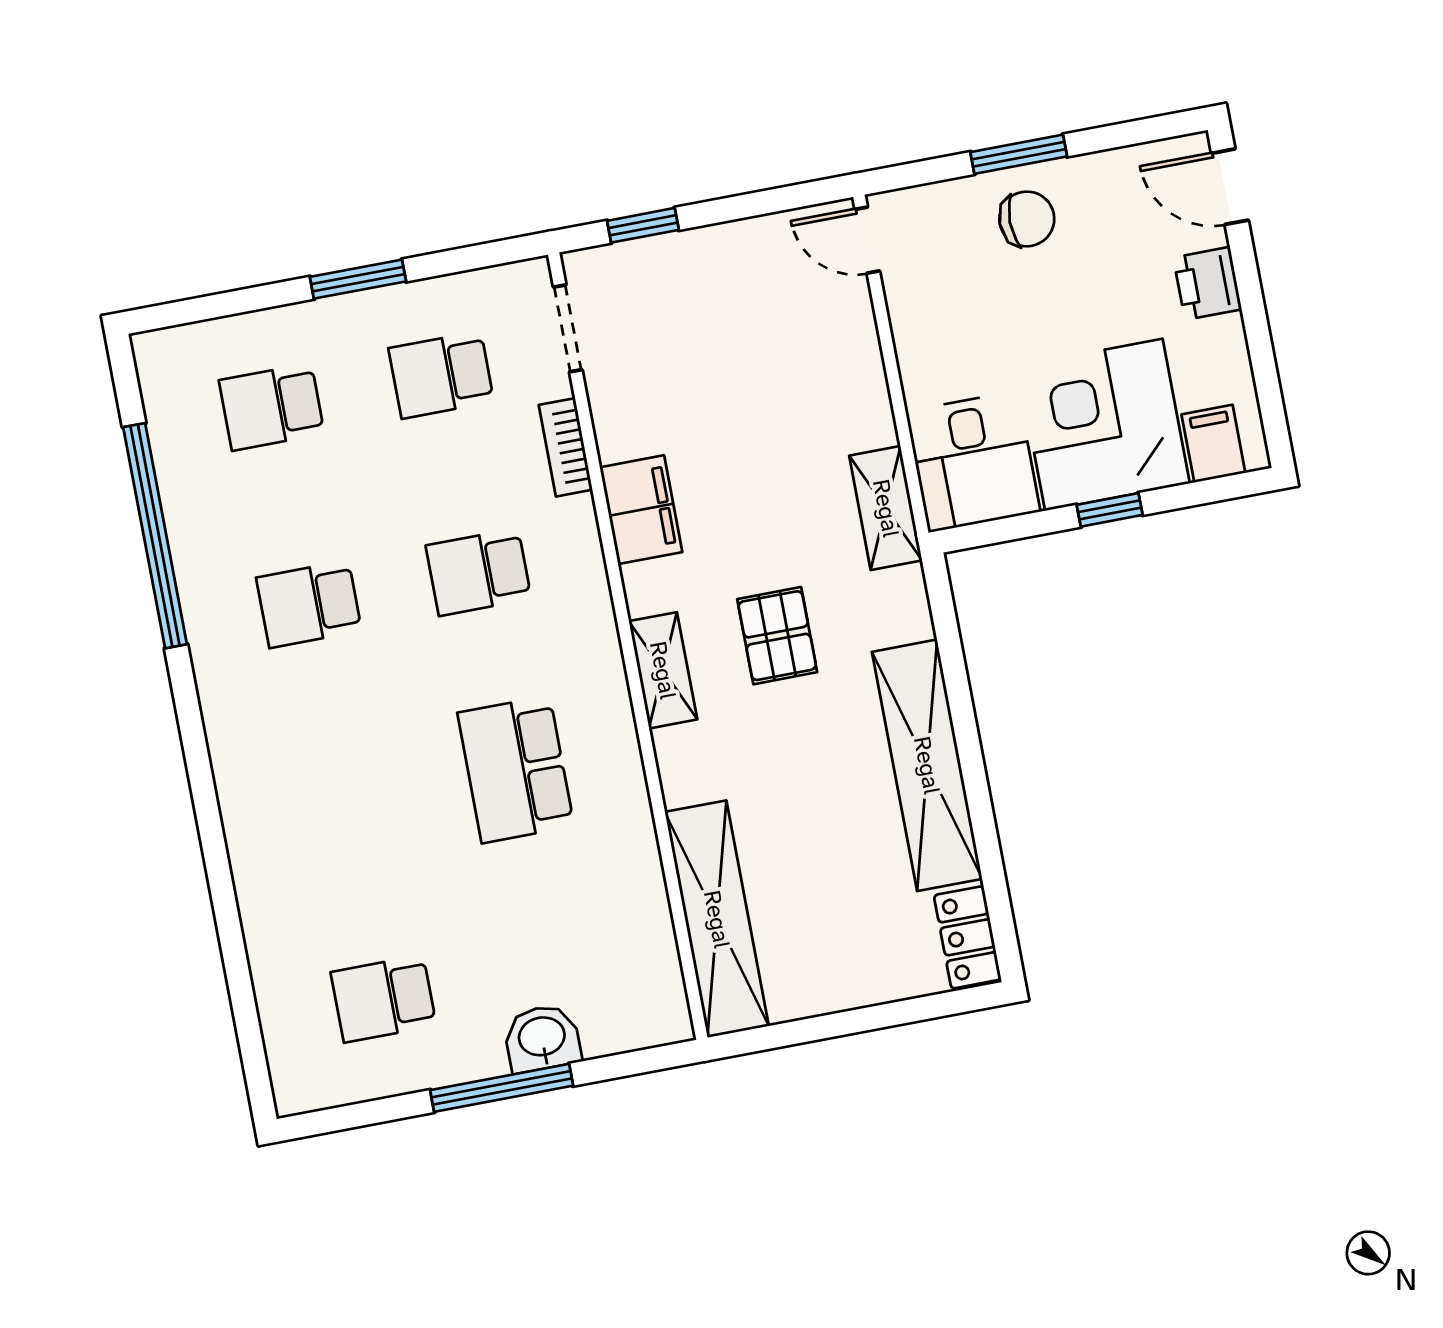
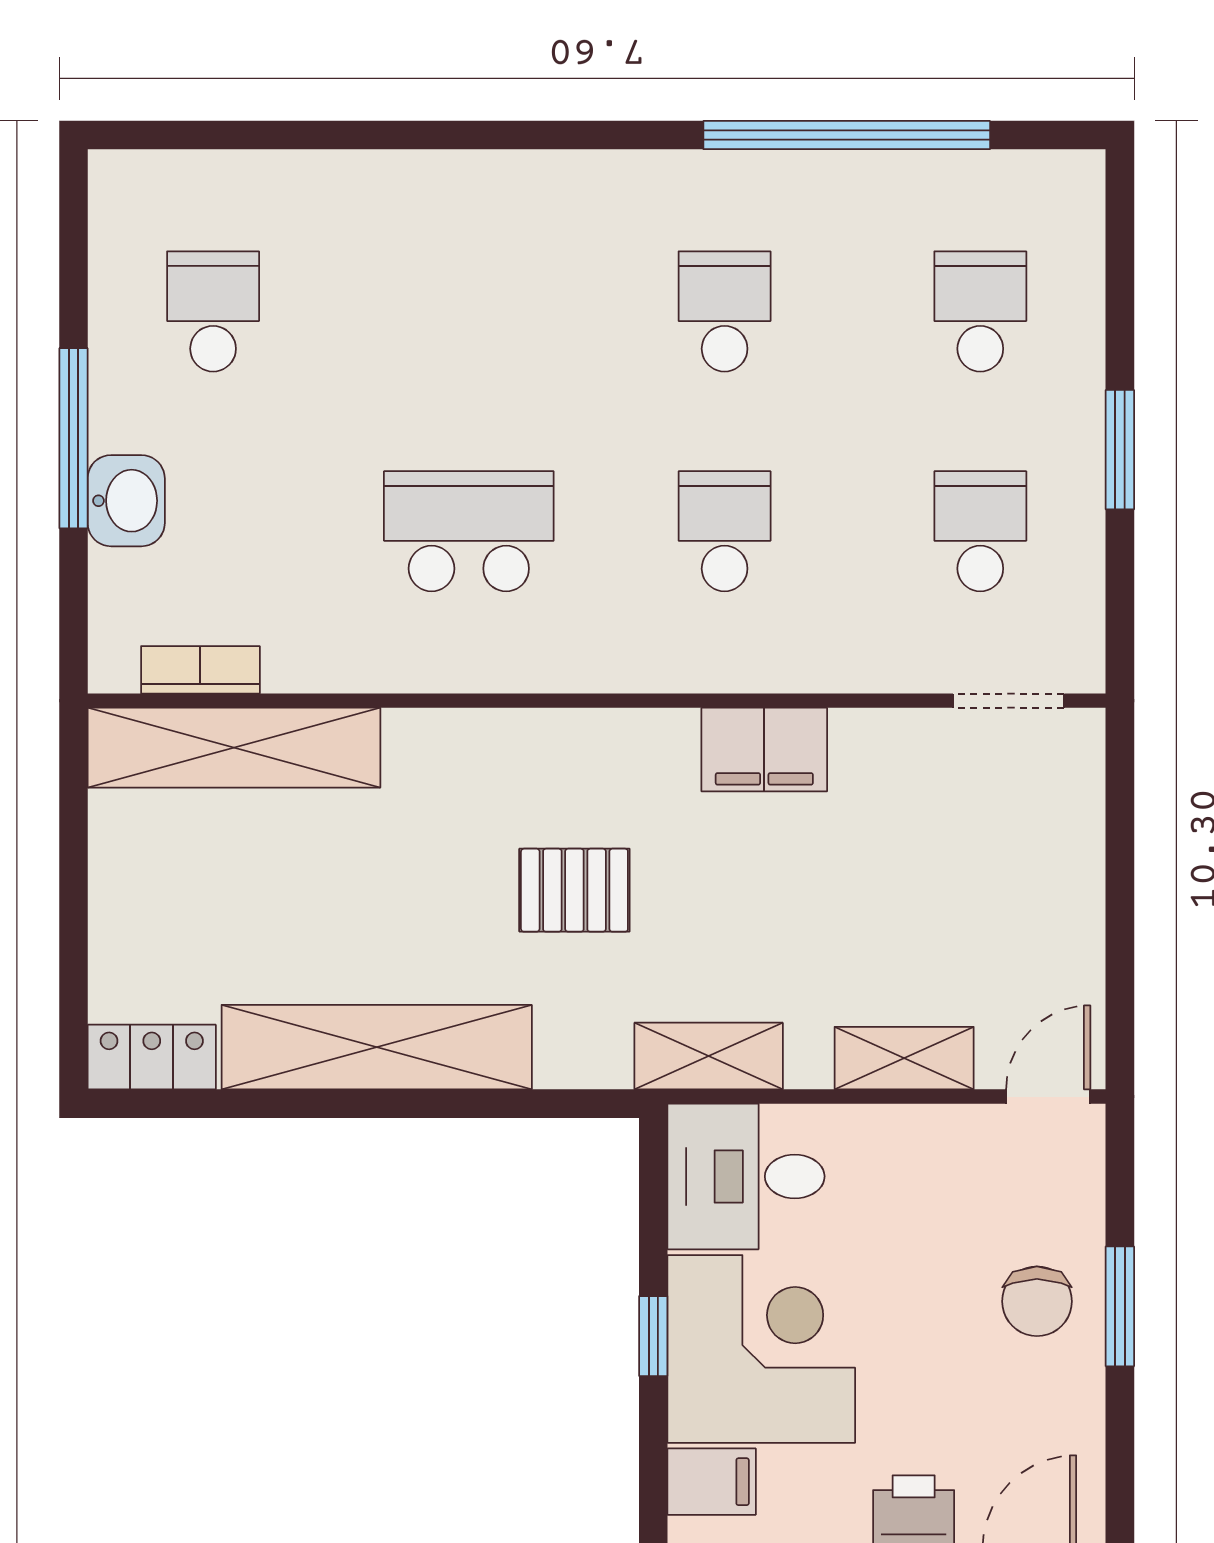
window: (643, 225) -> (1120, 819), removed
bookcase: (566, 447) -> (200, 670), moved
shelving: (663, 670) -> (904, 1058), moved

